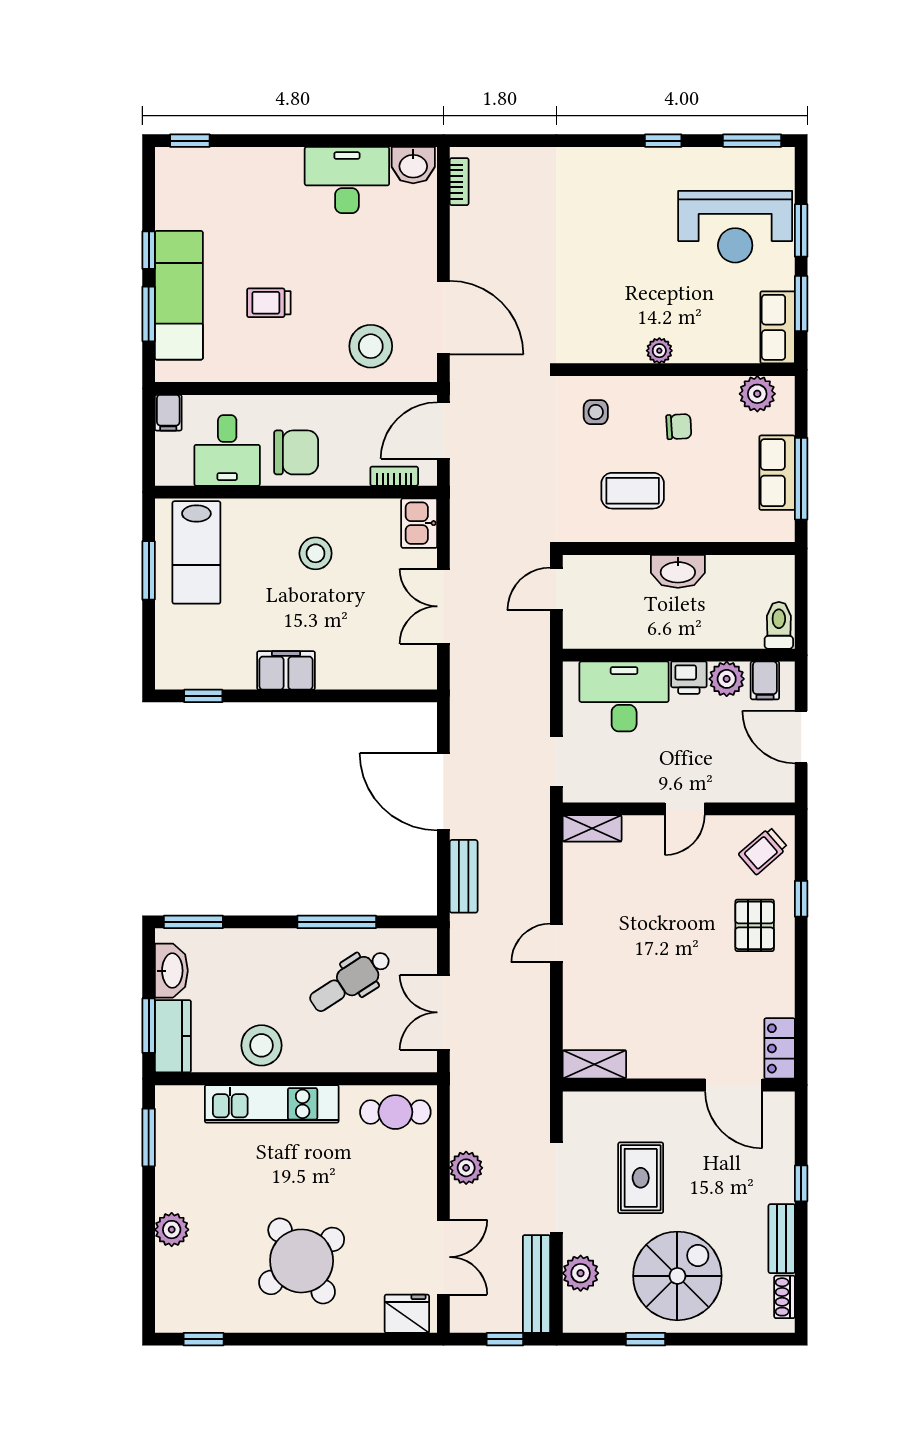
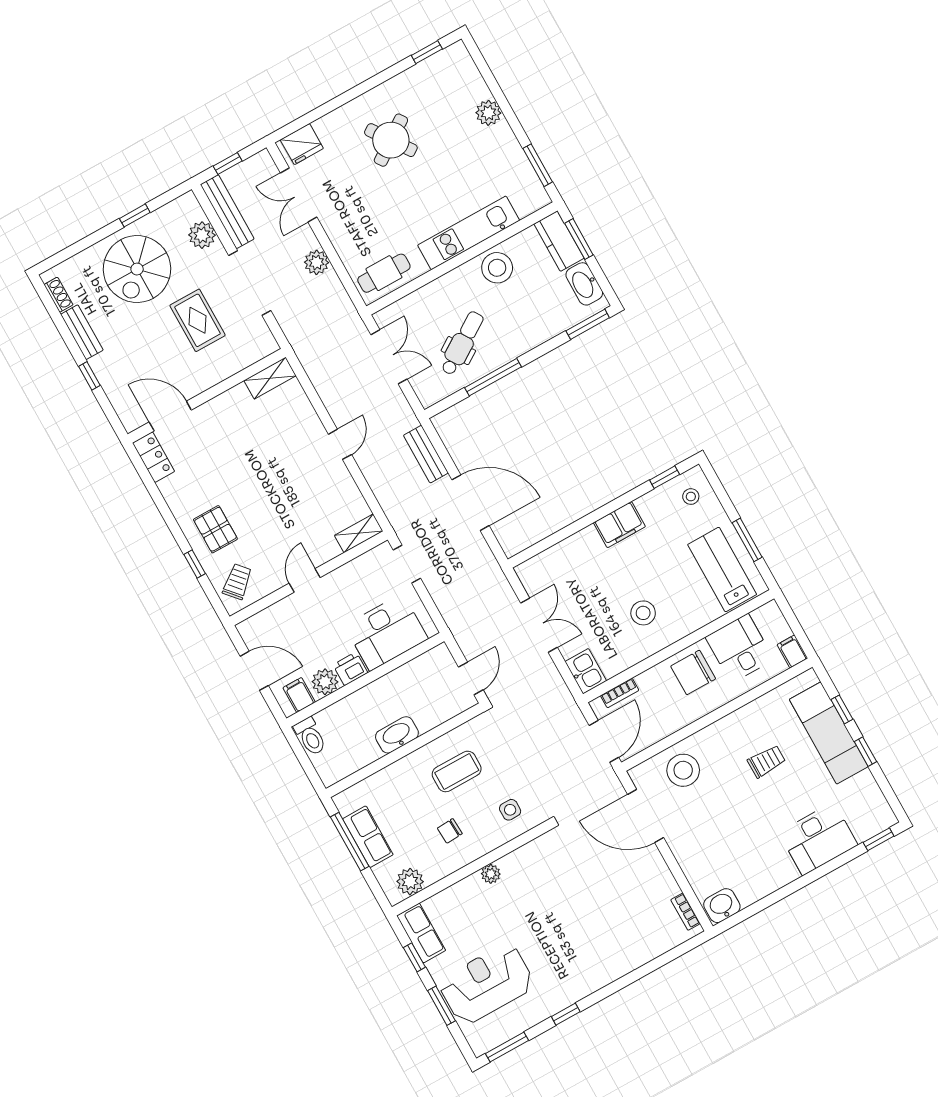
desk: (347, 180) -> (818, 839), moved
window: (801, 304) -> (414, 957), width x0.67
window: (149, 314) -> (842, 709), width x0.67
stool: (186, 657) -> (691, 497), added
round table: (302, 1261) -> (391, 140), width x0.73, depth x0.73

